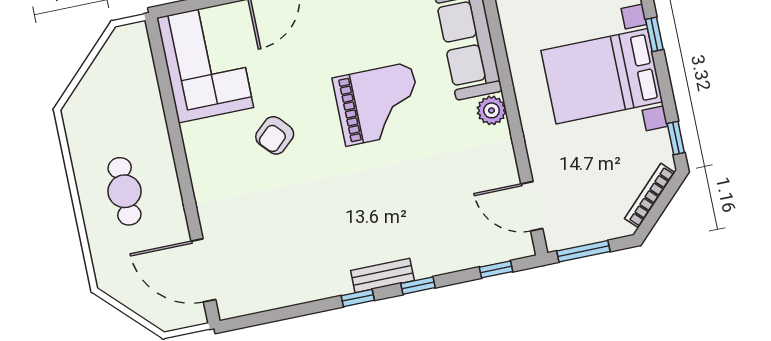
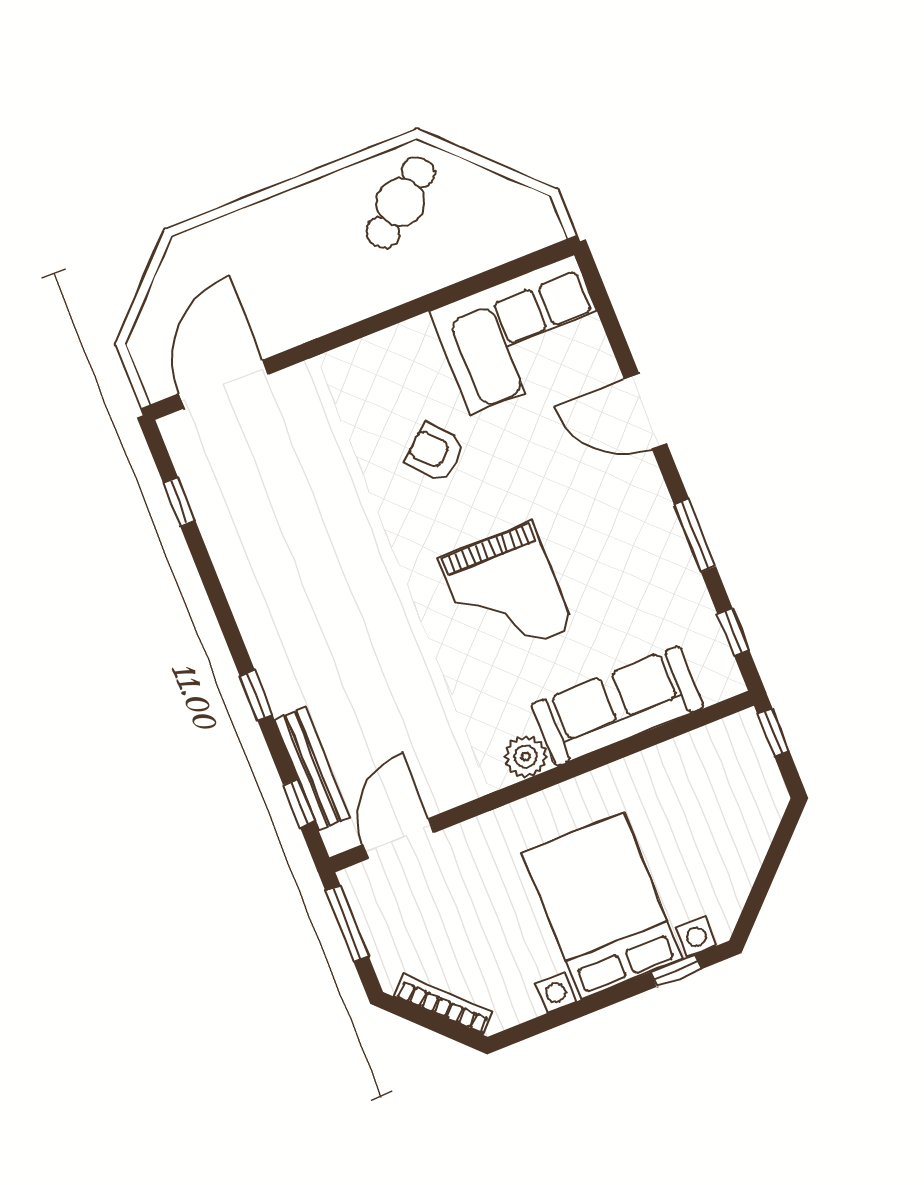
window: (676, 138) -> (533, 1028), removed
cafe table: (124, 191) -> (400, 202), moved, turned -38
bench: (382, 276) -> (312, 768), moved, width x1.36
window: (358, 298) -> (179, 502), moved

